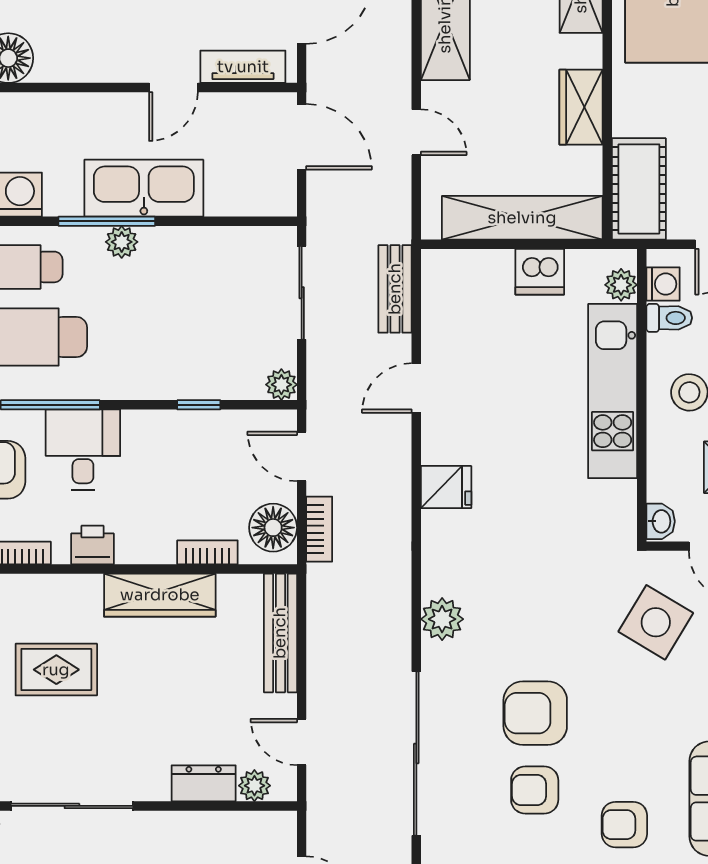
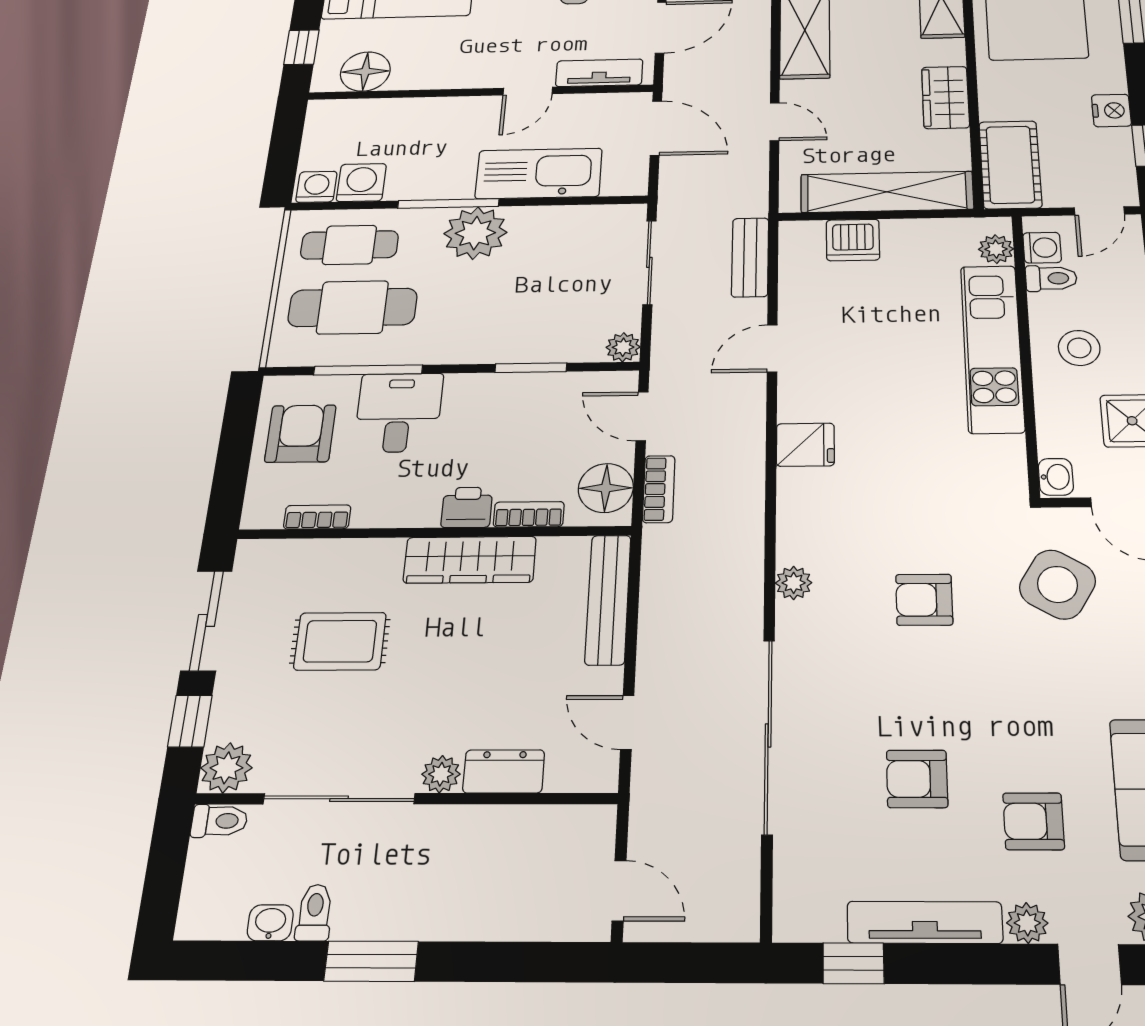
kitchen sink: (144, 188) -> (539, 174), moved
plant: (122, 242) -> (475, 233), width x1.87, depth x1.87
dishwasher: (540, 272) -> (853, 240), moved
window: (199, 405) -> (531, 368), width x1.50
printer: (92, 545) -> (467, 507), moved
plant: (442, 619) -> (794, 583), width x0.73, depth x0.73
armchair: (535, 713) -> (924, 600), moved, width x0.72, depth x0.72
plant: (254, 786) -> (441, 774), moved

